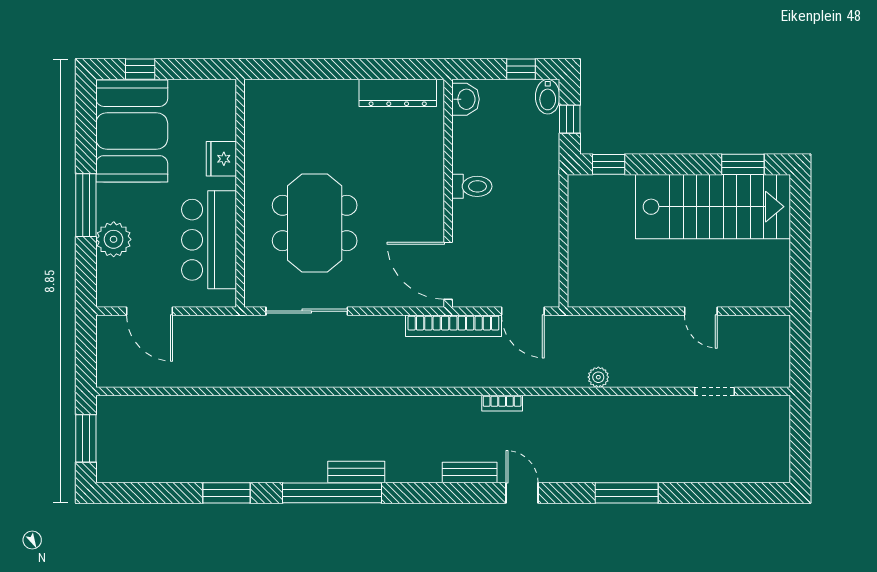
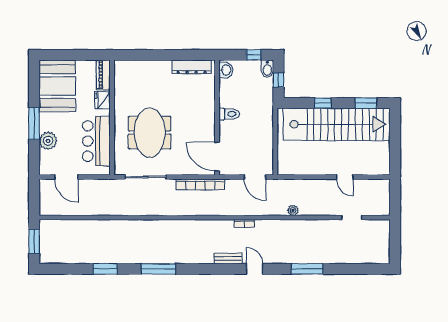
window: (140, 69) -> (61, 55), removed
piano: (223, 109) -> (103, 75), added
window: (609, 164) -> (323, 103), moved
stairs: (713, 207) -> (337, 124), width x1.36
bookcase: (453, 326) -> (200, 184), moved
bench: (356, 472) -> (171, 258), removed
window: (332, 493) -> (158, 269), width x0.68

